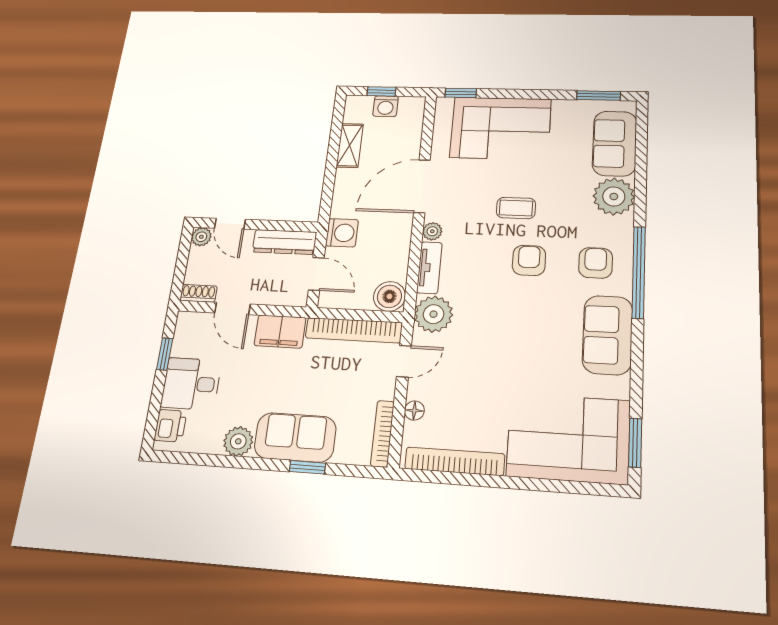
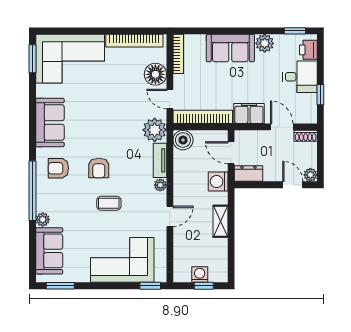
shelving: (350, 145) -> (220, 221), moved
door: (422, 186) -> (170, 216), width x0.53
plant: (614, 196) -> (43, 220), width x0.53, depth x0.53
dresser: (285, 242) -> (248, 174), width x0.70
armchair: (596, 263) -> (58, 168), turned 90
window: (639, 272) -> (32, 191), moved
door: (404, 361) -> (170, 99), hinge flipped
floor lamp: (414, 411) -> (155, 74), width x1.89, depth x1.89
window: (307, 467) -> (295, 31), moved

